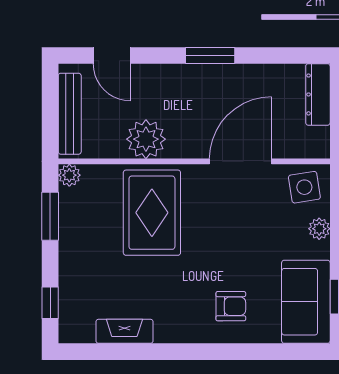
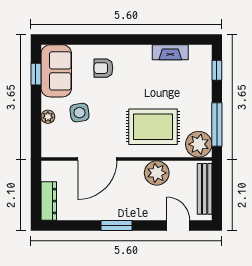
plant: (69, 175) -> (199, 144), width x1.88, depth x1.88
side table: (304, 187) -> (80, 113), moved
rug: (152, 213) -> (153, 127), turned 90
window: (50, 216) -> (217, 125), width x1.44

